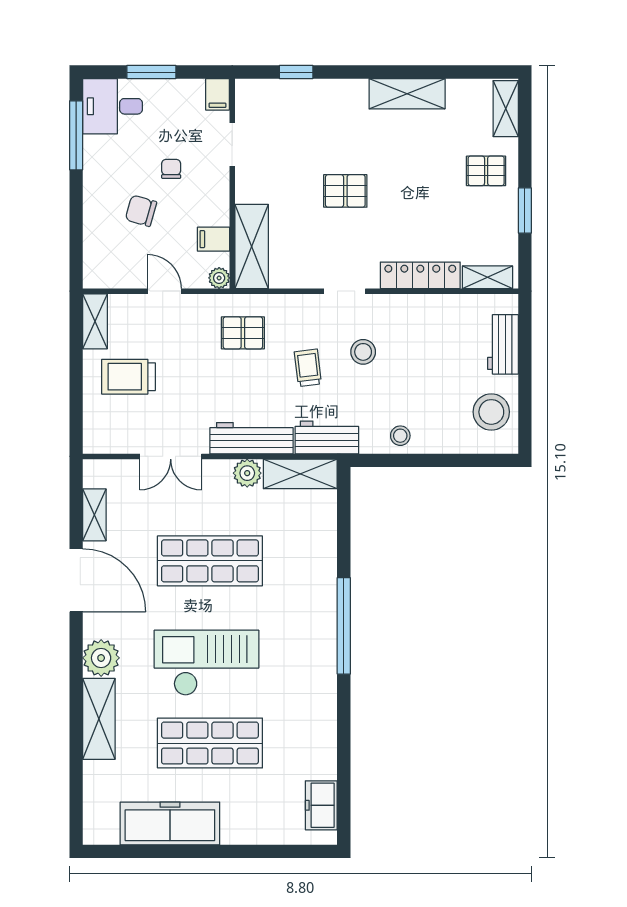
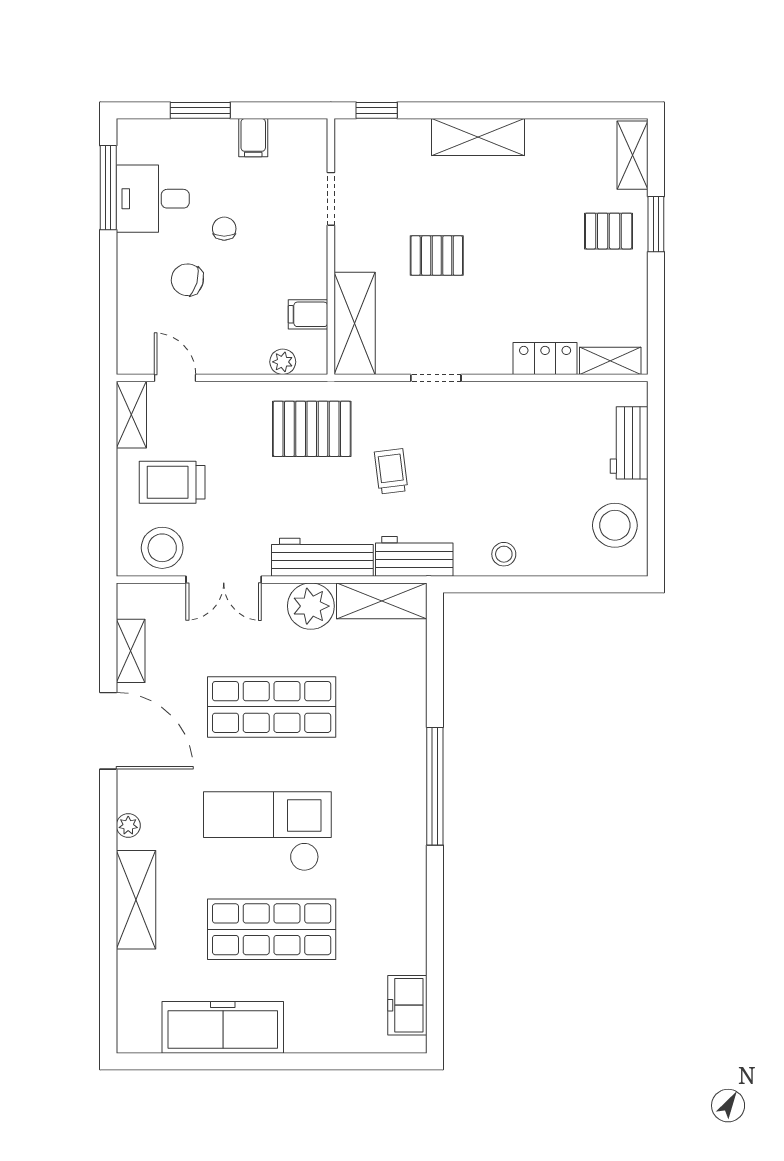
filing cabinet: (217, 94) -> (253, 138), moved
shelving: (407, 94) -> (478, 137), moved
desk: (113, 106) -> (153, 199), moved
doorway: (232, 144) -> (331, 199), moved
wall: (232, 184) -> (331, 247), moved
window: (525, 211) -> (656, 224), moved
filing cabinet: (214, 239) -> (308, 314), moved
shelving: (252, 247) -> (355, 323), moved
locker: (420, 275) -> (545, 358), width x0.66
door: (164, 291) -> (175, 378), moved
pallet: (243, 333) -> (312, 429), width x1.50, depth x1.42
stool: (363, 352) -> (162, 548), moved, width x1.38, depth x1.38
plant: (247, 473) -> (311, 606), width x1.36, depth x1.36
plant: (101, 658) -> (128, 825), width x0.53, depth x0.53

